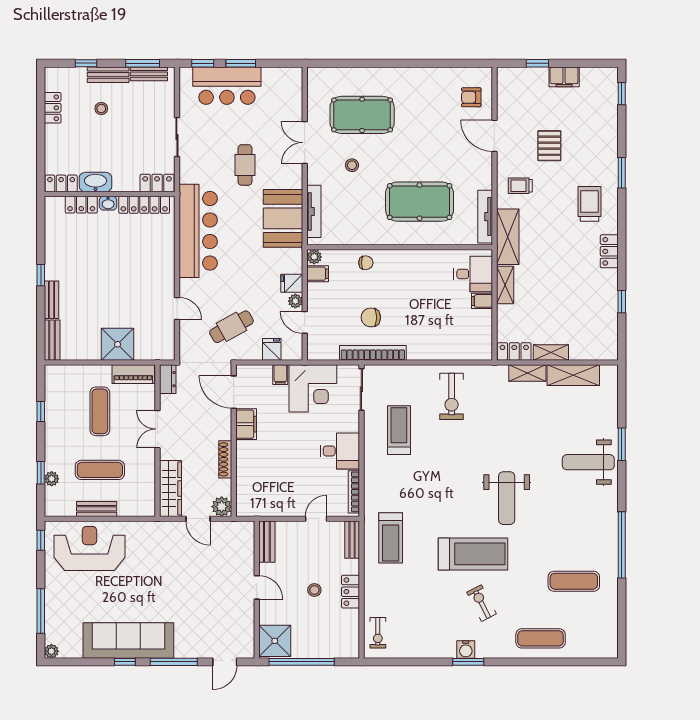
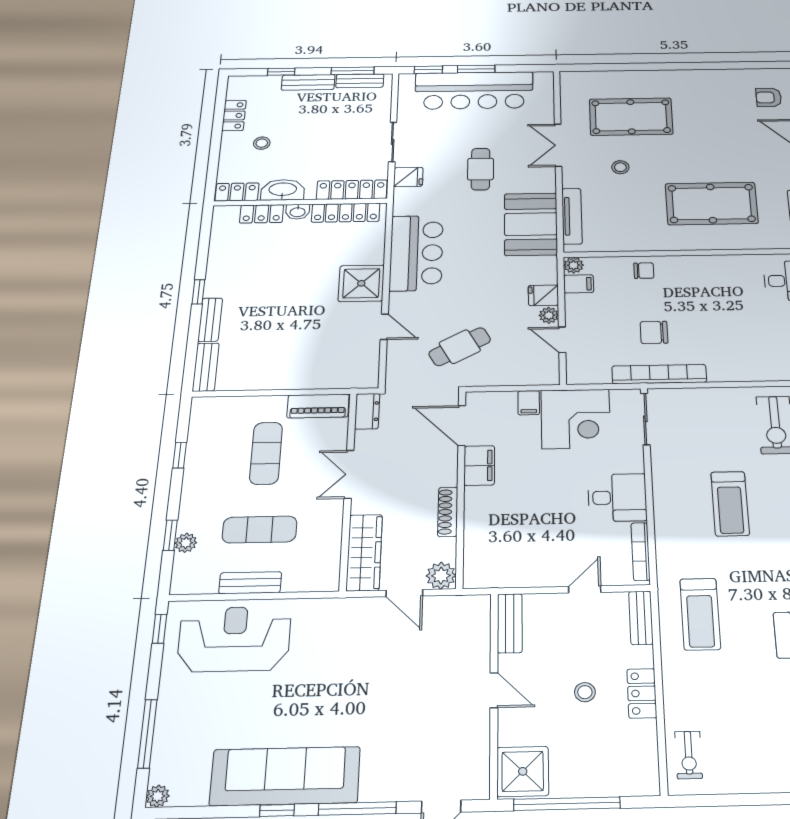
bar counter: (227, 86) -> (474, 90), width x1.36
stool: (101, 109) -> (262, 143), moved
locker: (157, 183) -> (352, 190), width x1.53
bar counter: (198, 231) -> (416, 253), width x0.73
shower: (118, 344) -> (361, 283), moved
fridge: (272, 349) -> (408, 177), moved, turned 90
treadmill: (399, 430) -> (730, 504), moved, turned 180

